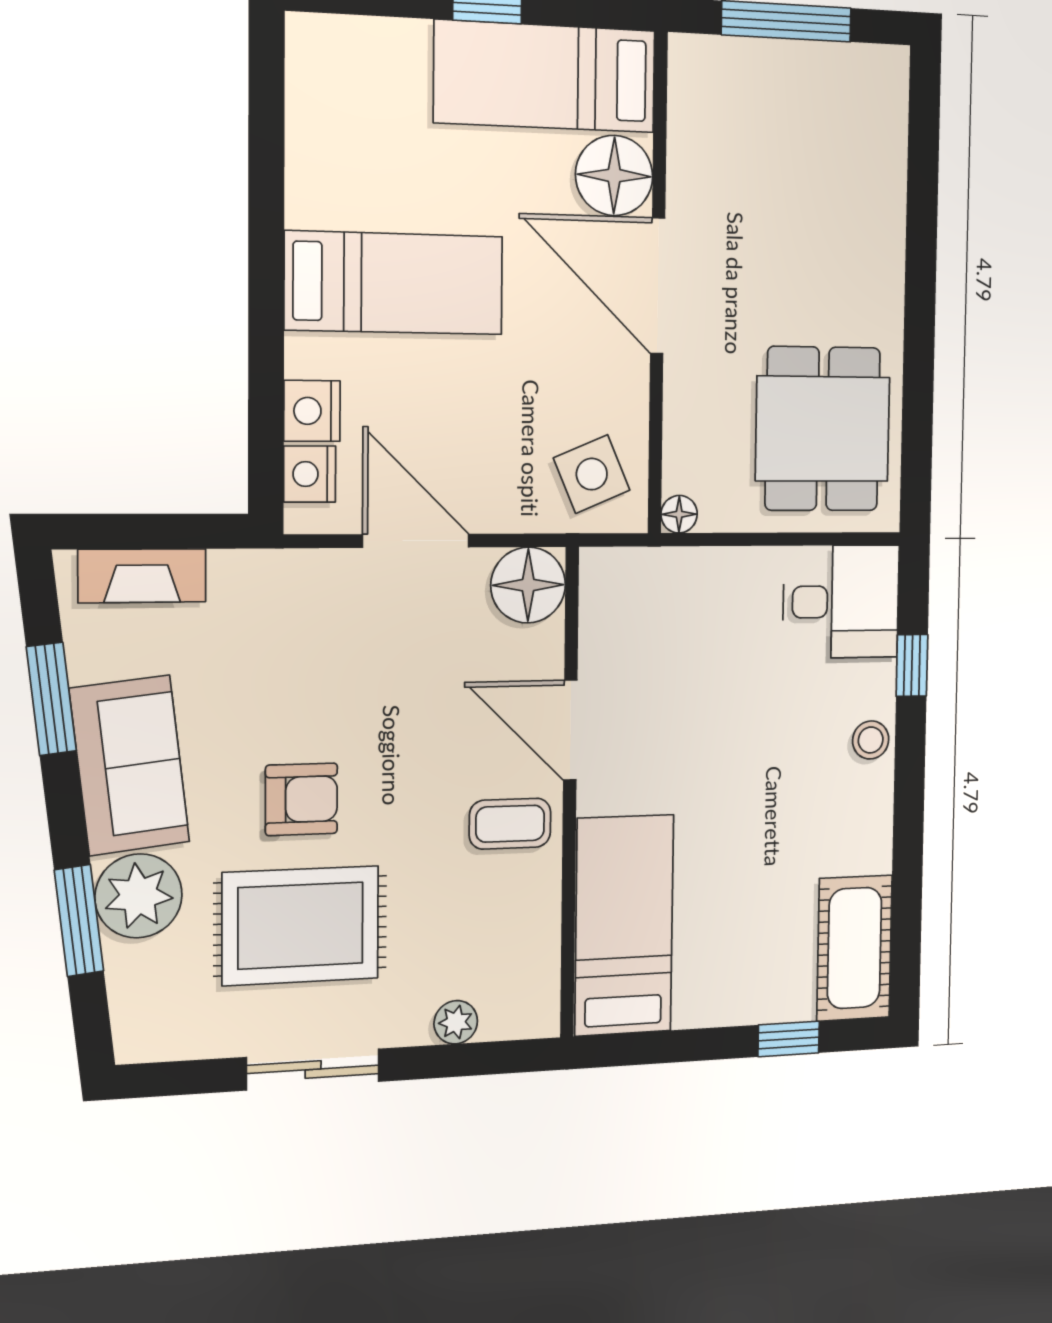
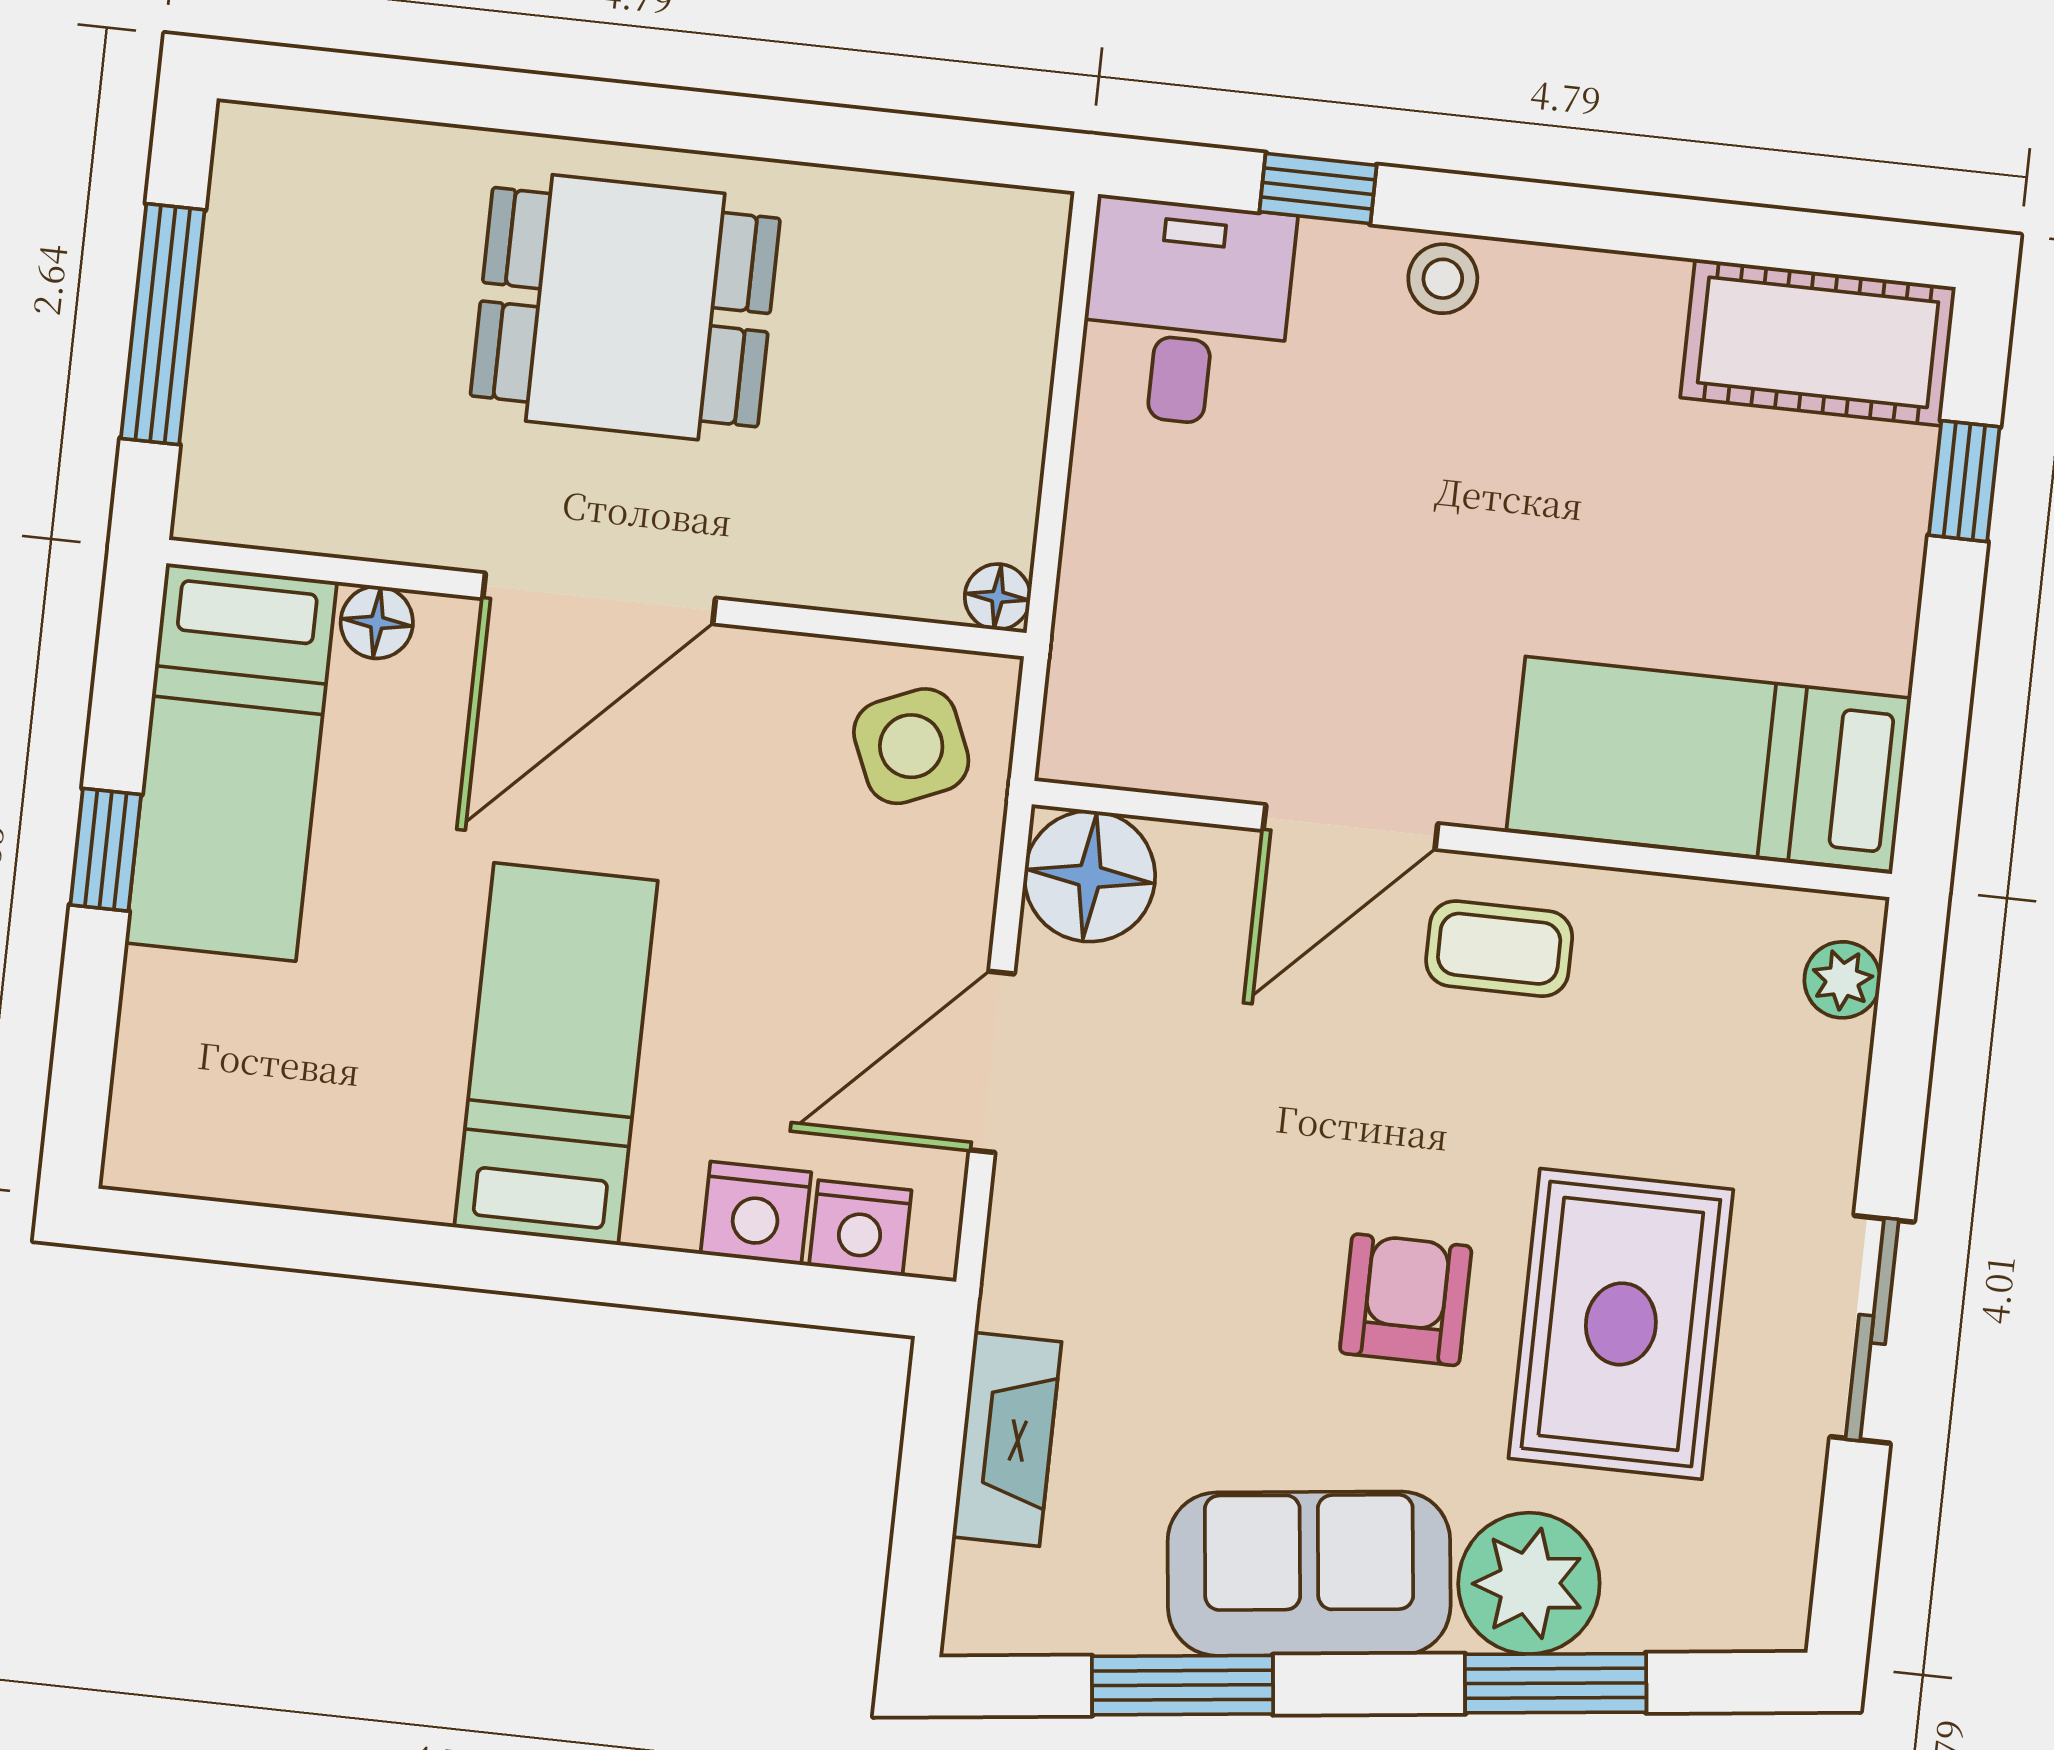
floor lamp: (614, 175) -> (377, 622), width x0.53, depth x0.53
dining table: (823, 429) -> (625, 307), moved
fireplace: (142, 576) -> (1007, 1439), moved
coffee table: (510, 824) -> (1499, 949), turned 90
plant: (456, 1022) -> (1842, 980), moved

